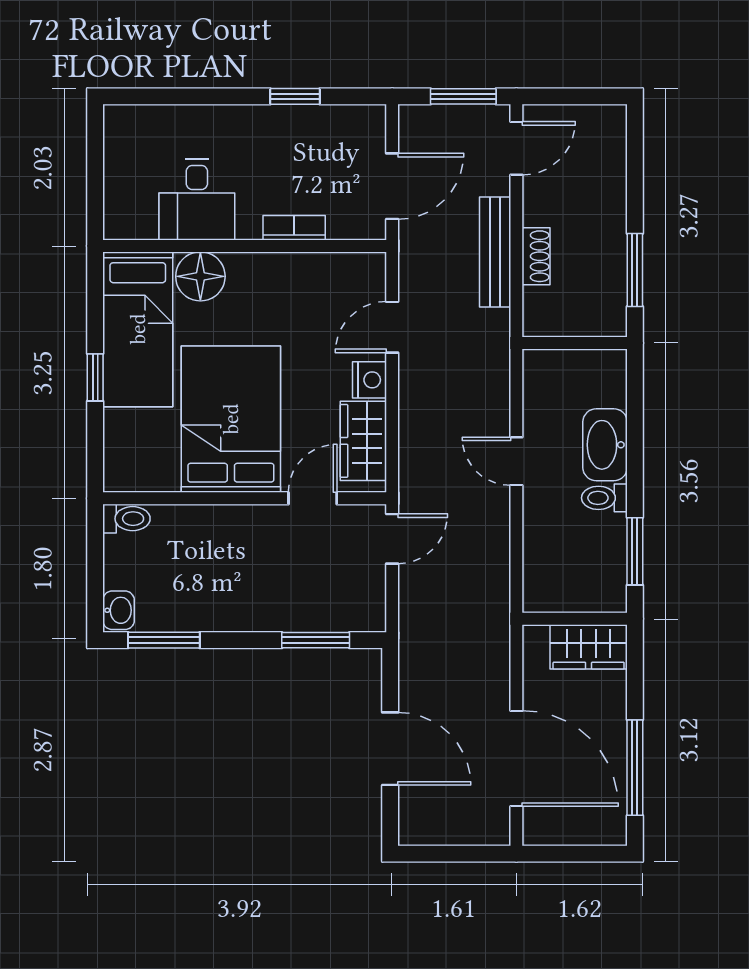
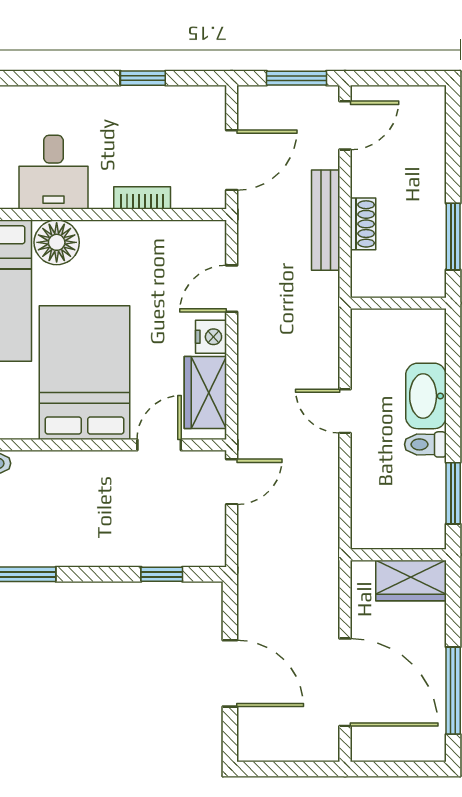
window: (316, 640) -> (162, 574), width x0.67

